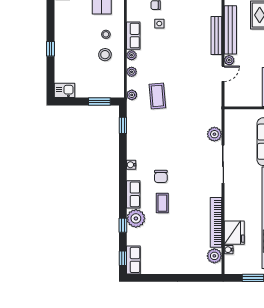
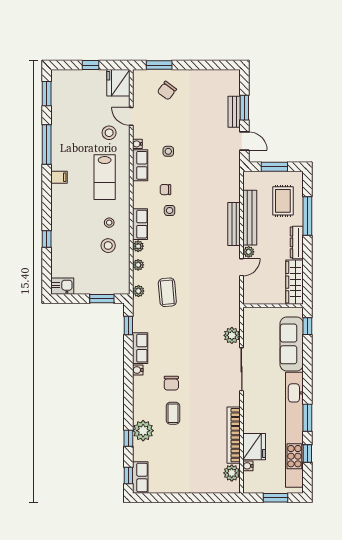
row of seats: (133, 194) -> (140, 348), moved

